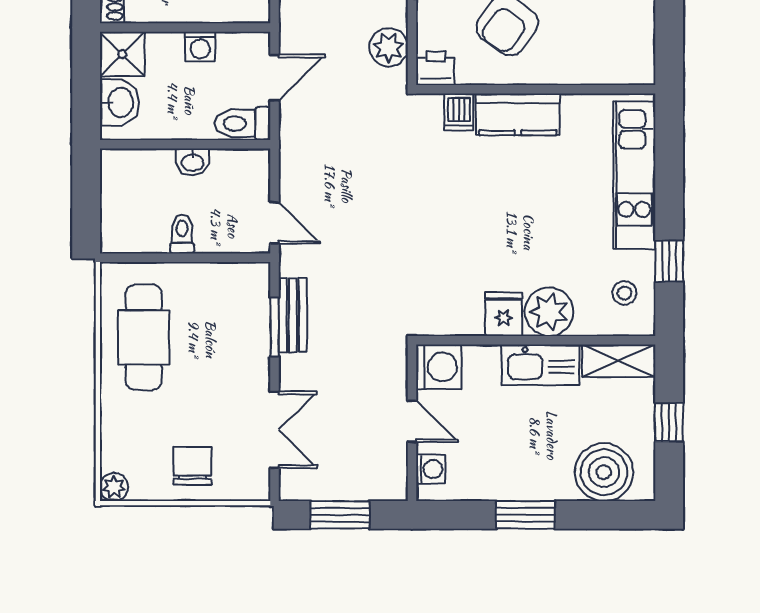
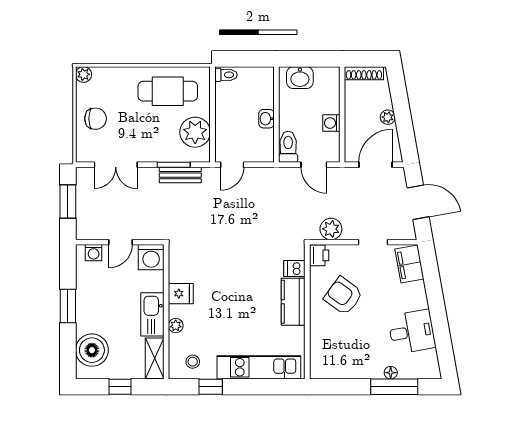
shower: (122, 54) -> (327, 79), removed
toilet: (182, 234) -> (226, 75), moved
plant: (217, 289) -> (195, 132), added
plant: (549, 312) -> (176, 326), width x0.53, depth x0.53

